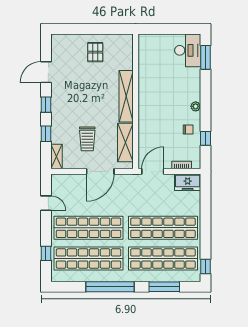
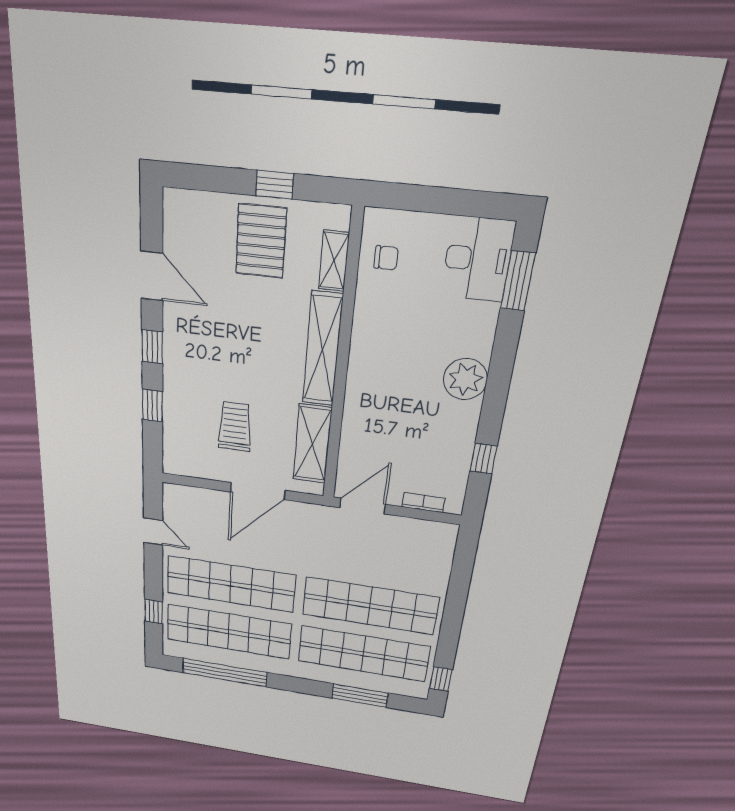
window: (100, 29) -> (275, 185), added
pallet: (95, 52) -> (261, 241), width x1.50, depth x1.42
door: (46, 72) -> (152, 276), swing flipped
plant: (196, 106) -> (465, 379), width x1.88, depth x1.88
chair: (188, 129) -> (386, 258), moved
trolley: (87, 139) -> (235, 427), turned 180
shelving: (56, 157) -> (334, 261), moved
freezer: (188, 182) -> (431, 536), removed
window: (110, 287) -> (225, 673), moved

